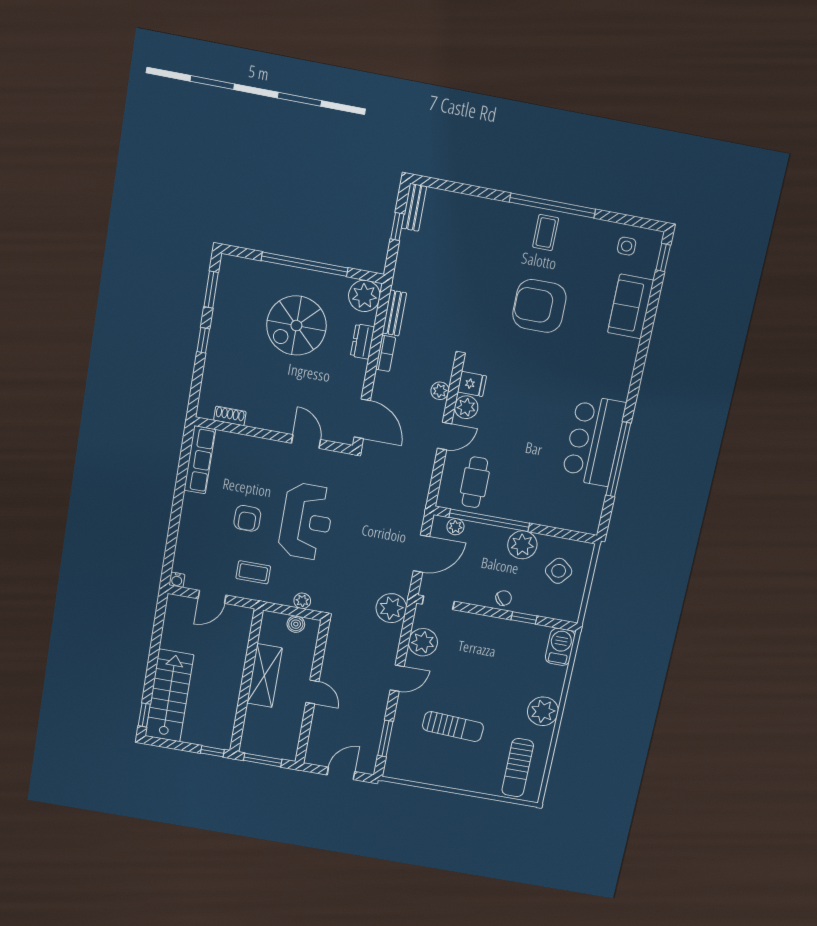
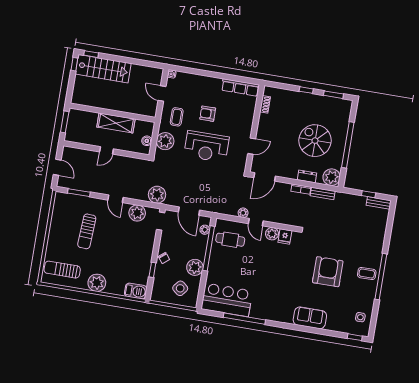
sofa: (631, 306) -> (310, 318), moved
plant: (440, 391) -> (243, 213), moved
bar counter: (594, 441) -> (227, 300), moved
plant: (302, 601) -> (165, 141), width x1.88, depth x1.88
window: (212, 751) -> (74, 64), moved

